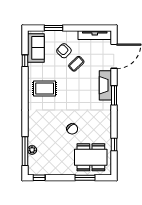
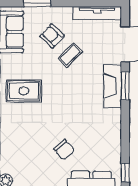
window: (114, 95) -> (125, 86), moved

